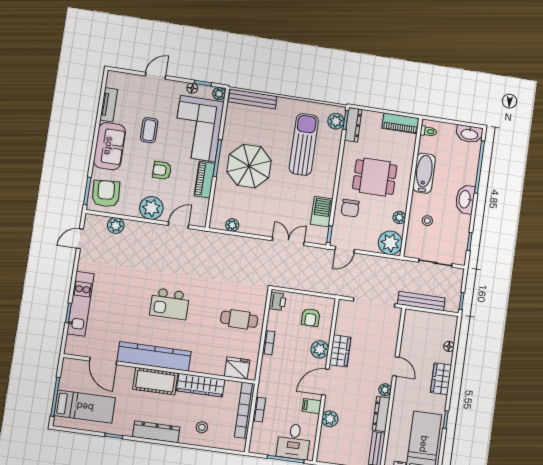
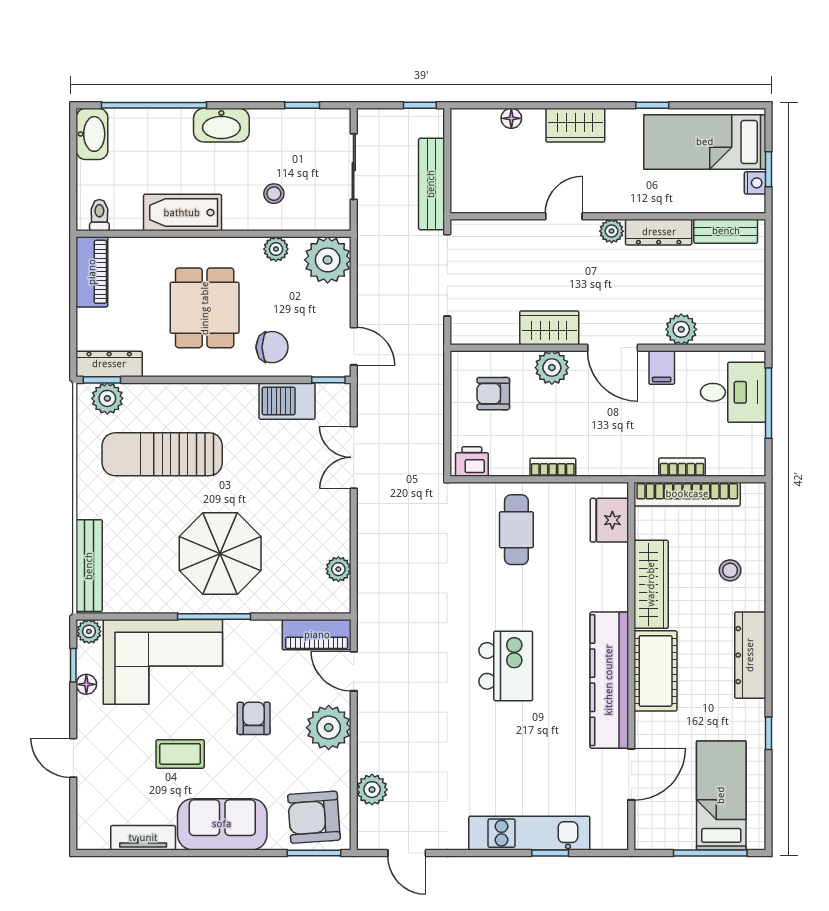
armchair: (162, 170) -> (254, 718), turned 180
piano: (205, 179) -> (317, 635), moved
armchair: (311, 317) -> (493, 394), turned 180

